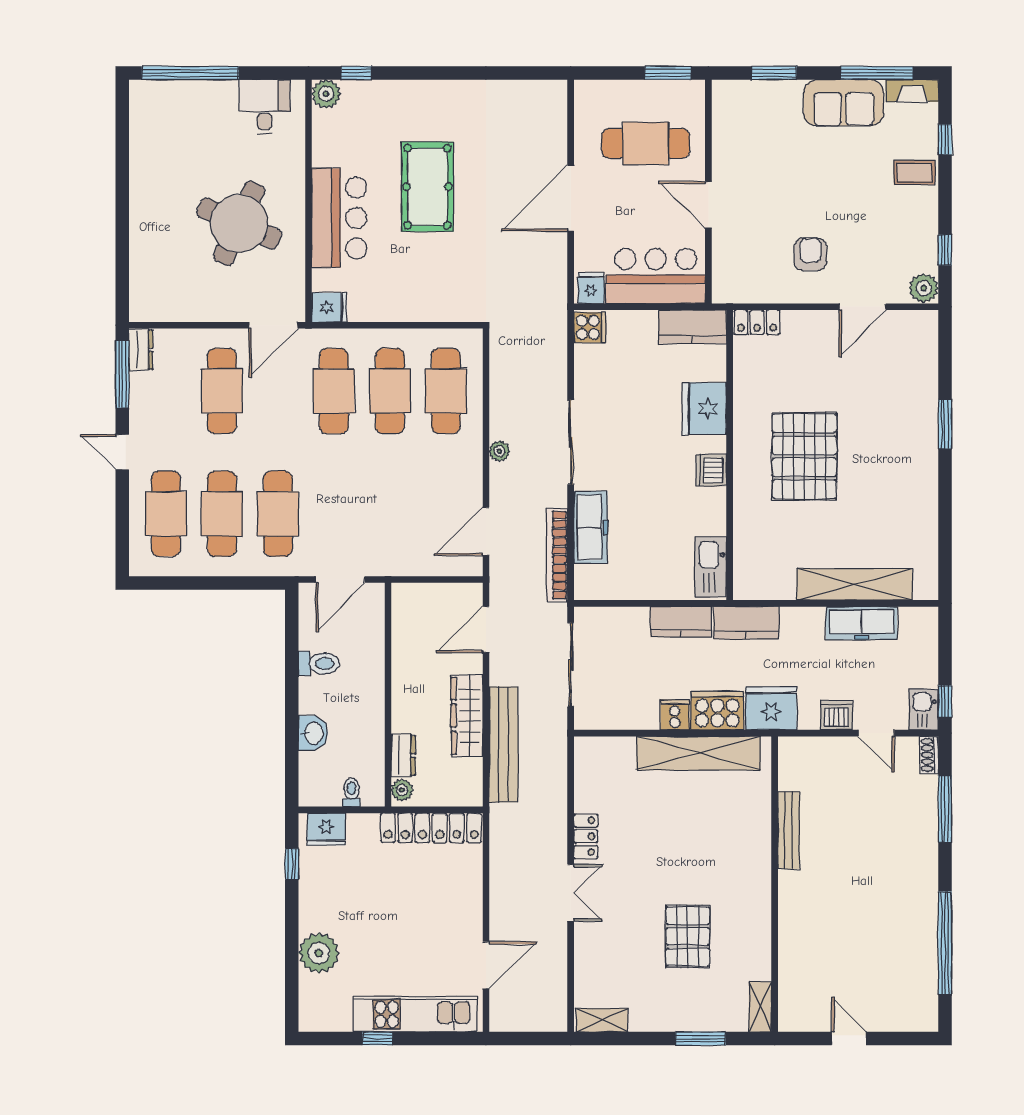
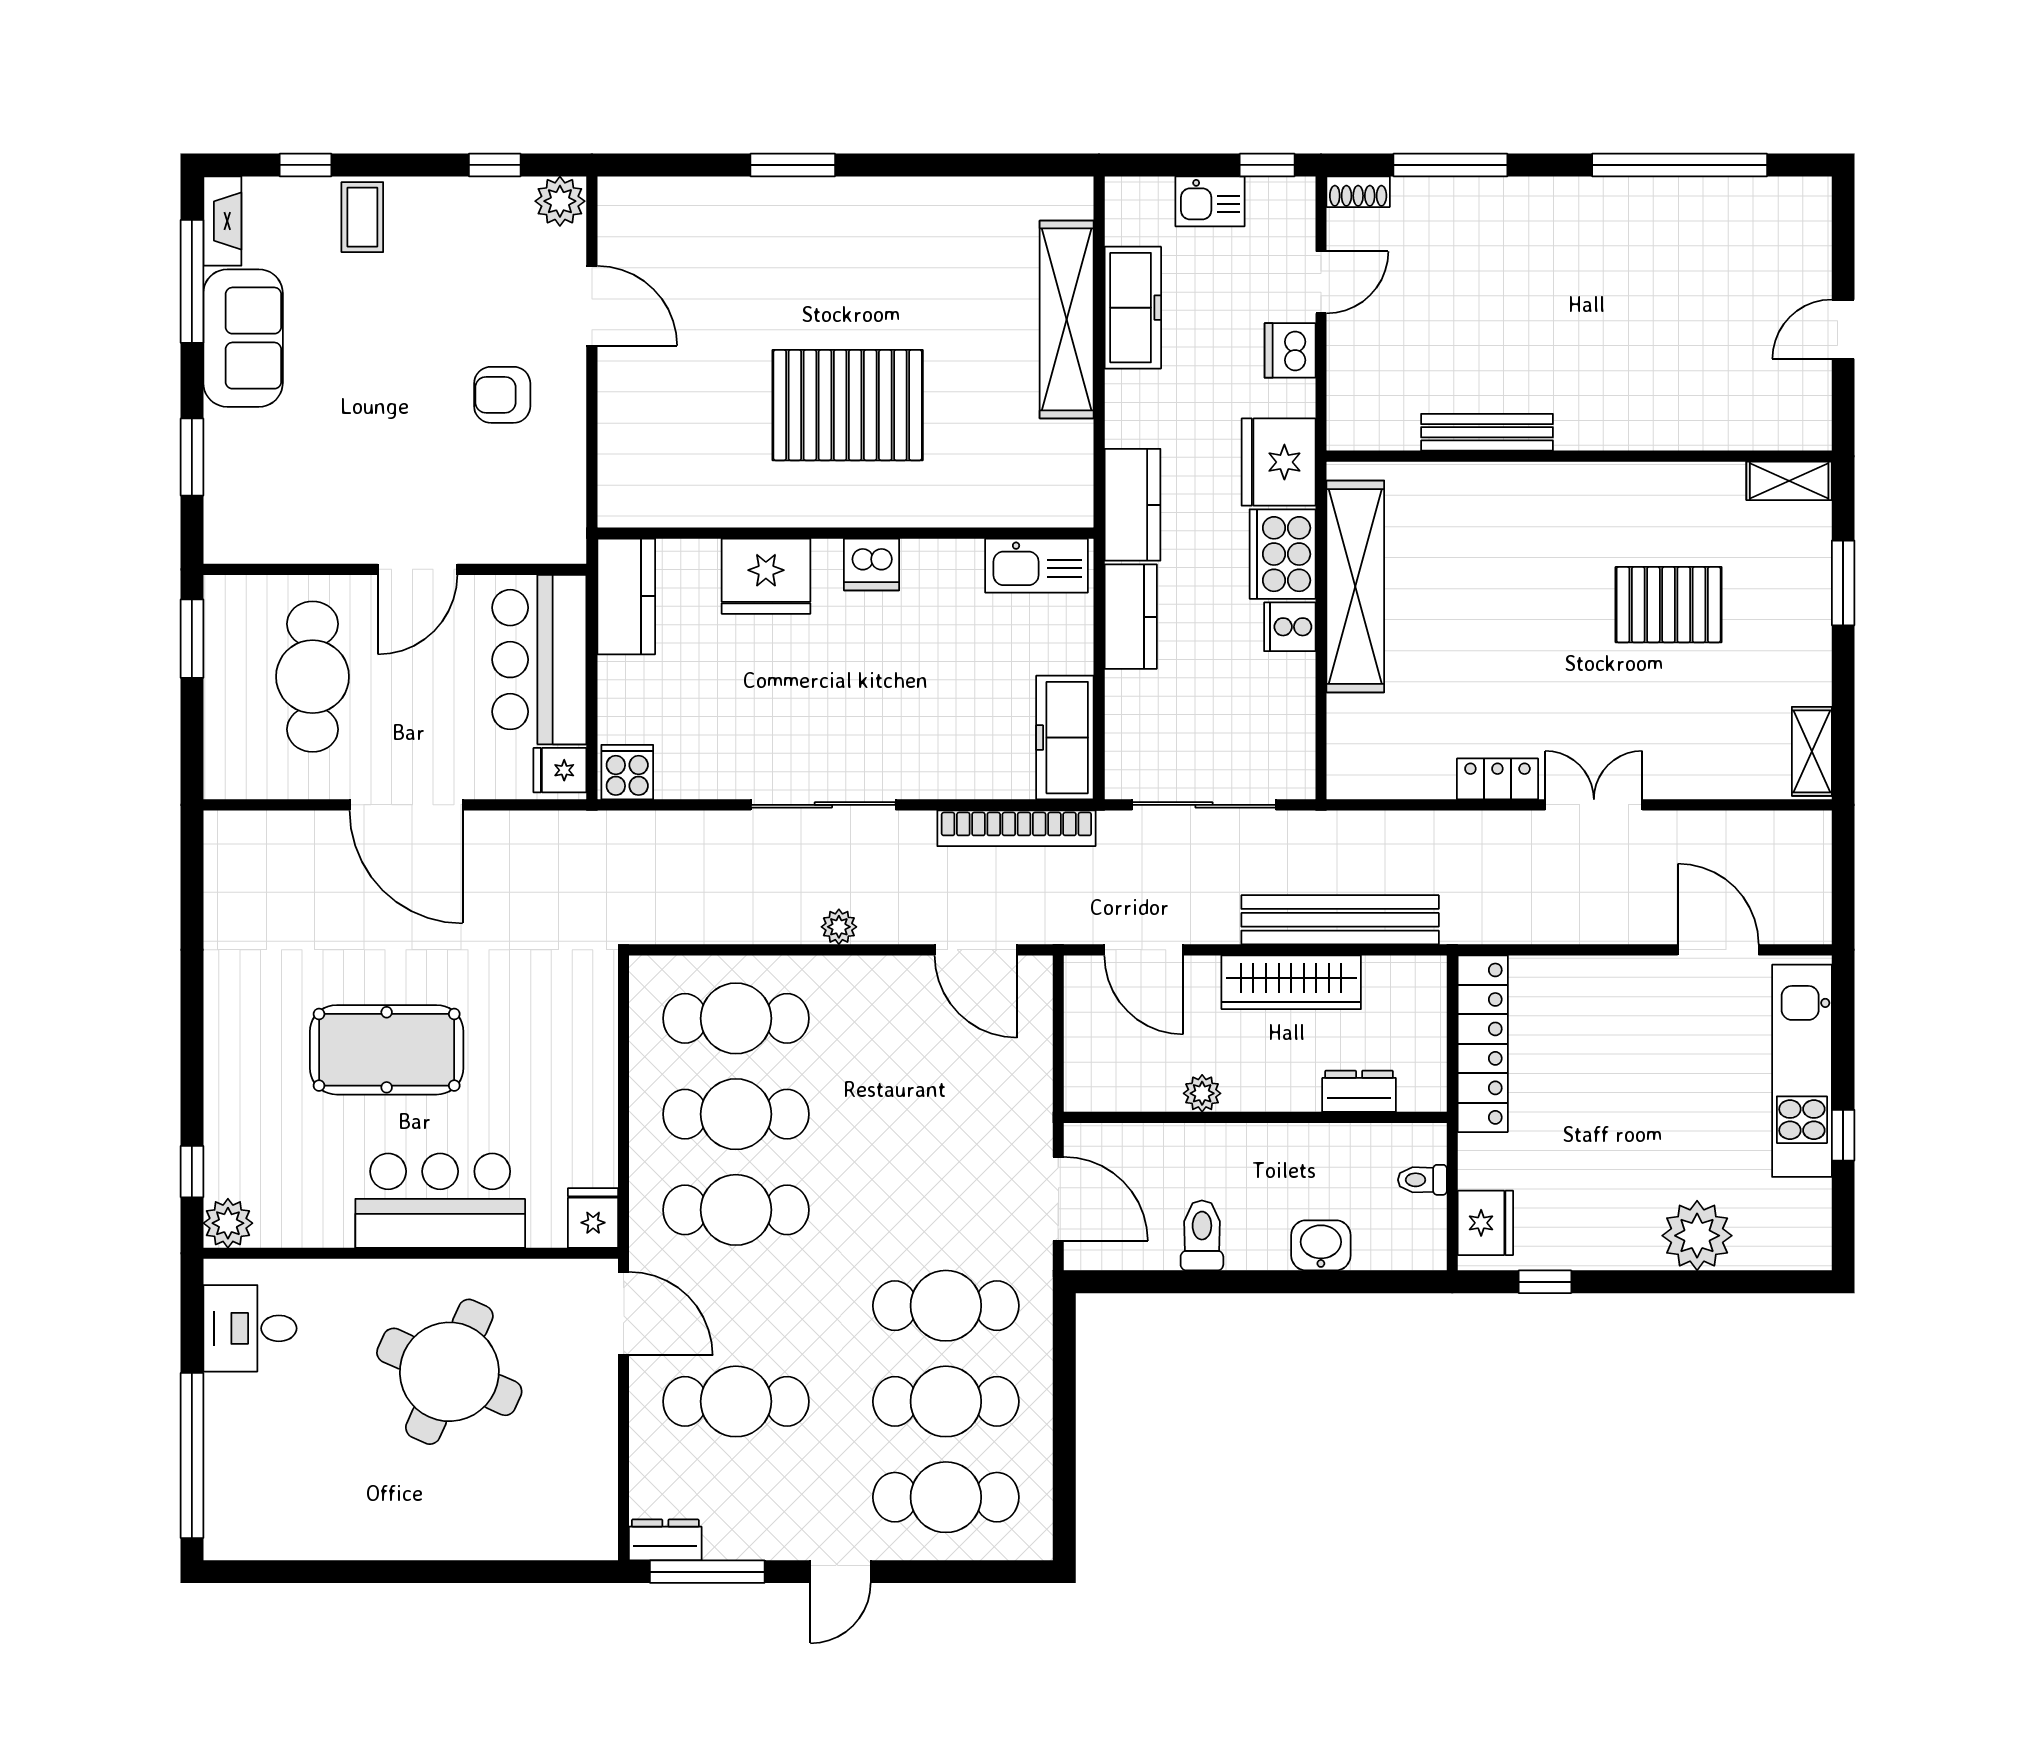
locker: (757, 322) -> (618, 486), removed
freezer: (591, 527) -> (1065, 738), moved, turned -90
kitchen sink: (924, 710) -> (1210, 201), moved
plant: (402, 790) -> (1202, 1093), moved

